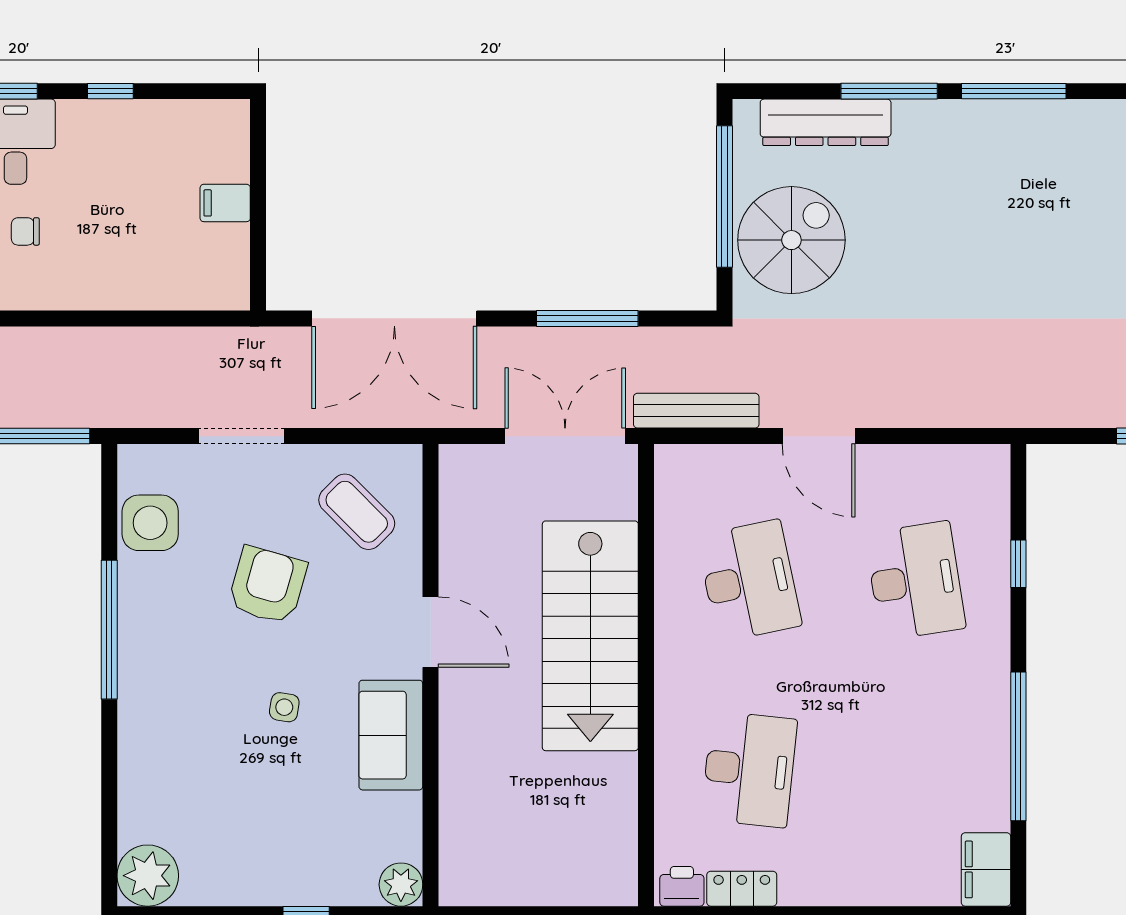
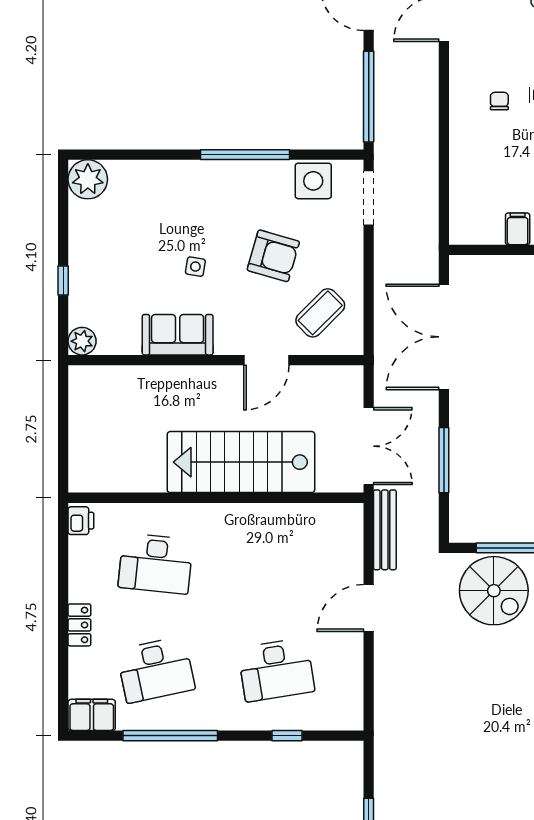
doorway: (242, 436) -> (369, 198), moved
desk: (749, 581) -> (156, 670), moved
door: (431, 632) -> (266, 360), moved
locker: (742, 889) -> (79, 625), moved

